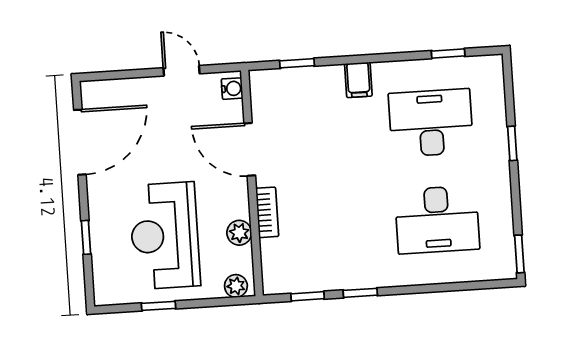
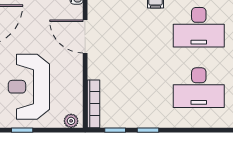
desk: (431, 123) -> (199, 27), turned 180
bookcase: (267, 212) -> (93, 104), moved, width x1.56
plant: (239, 233) -> (75, 88), removed

